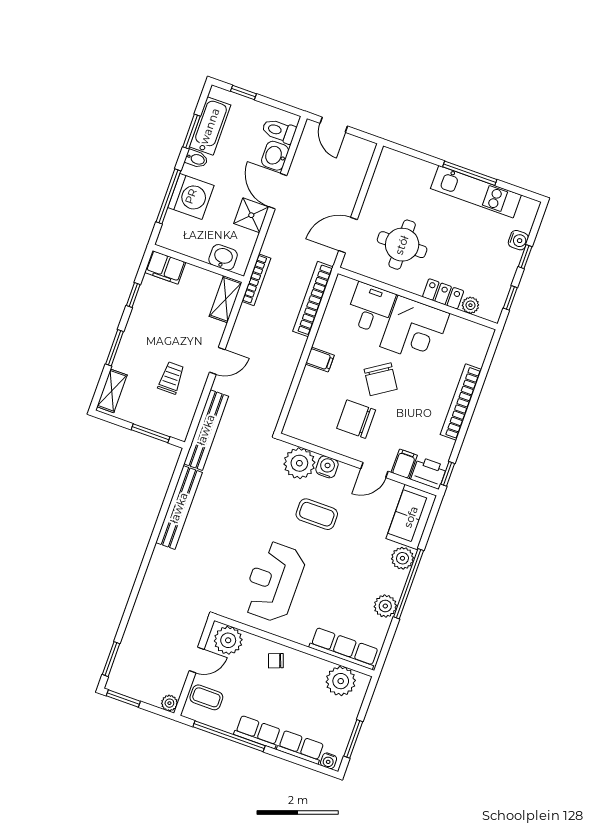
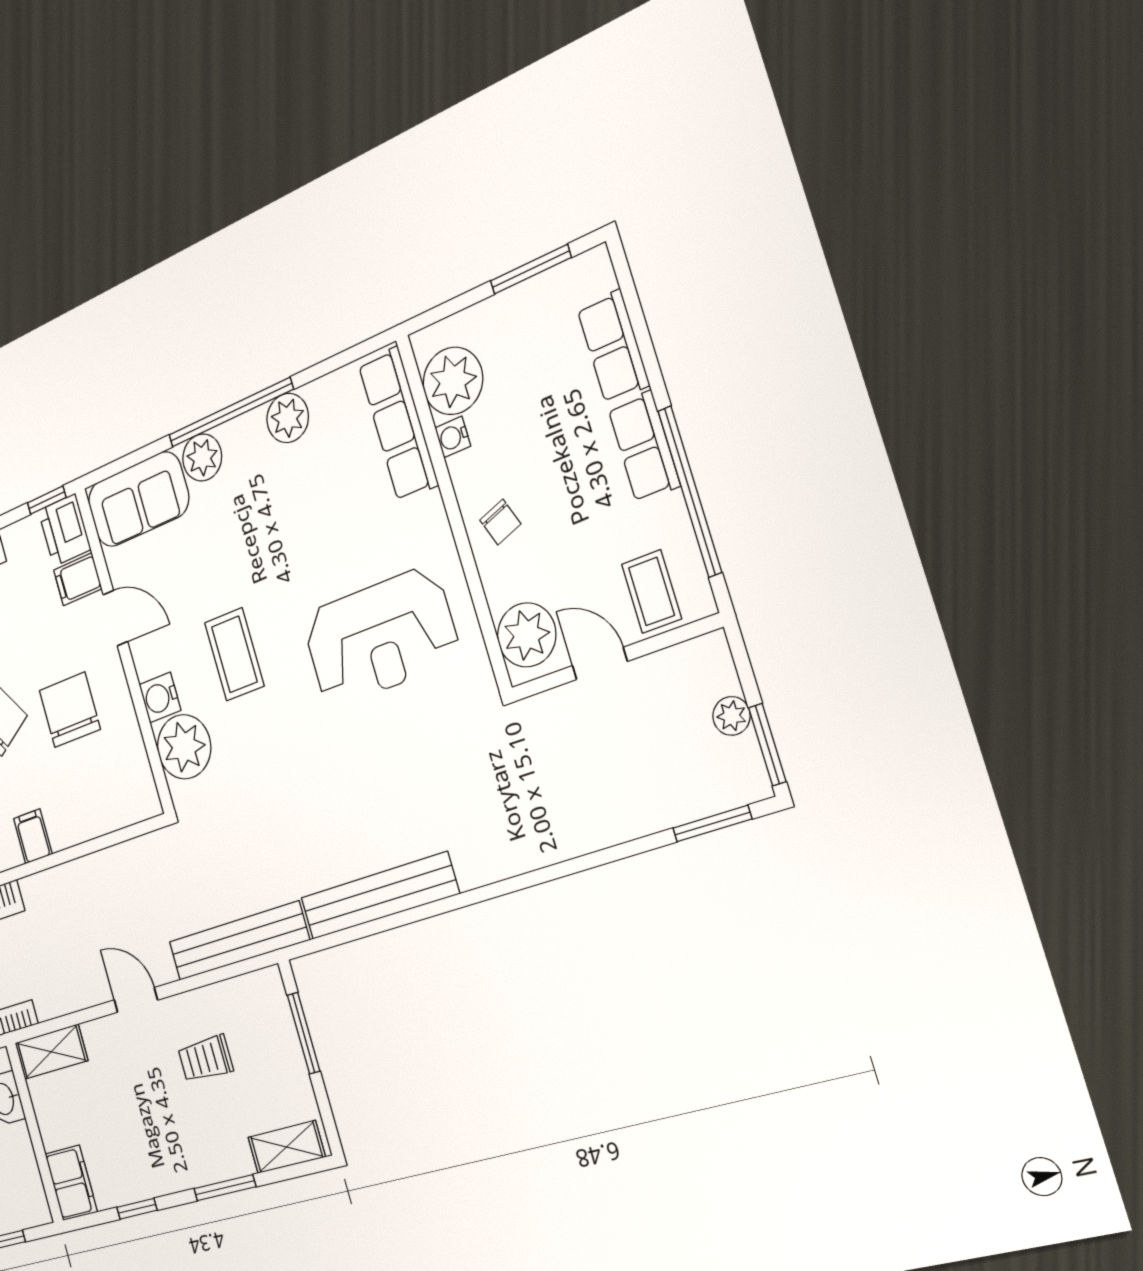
chair: (356, 419) -> (70, 710), turned 180
plant: (169, 703) -> (731, 716), moved
water cooler: (329, 761) -> (453, 437), moved, turned 180

